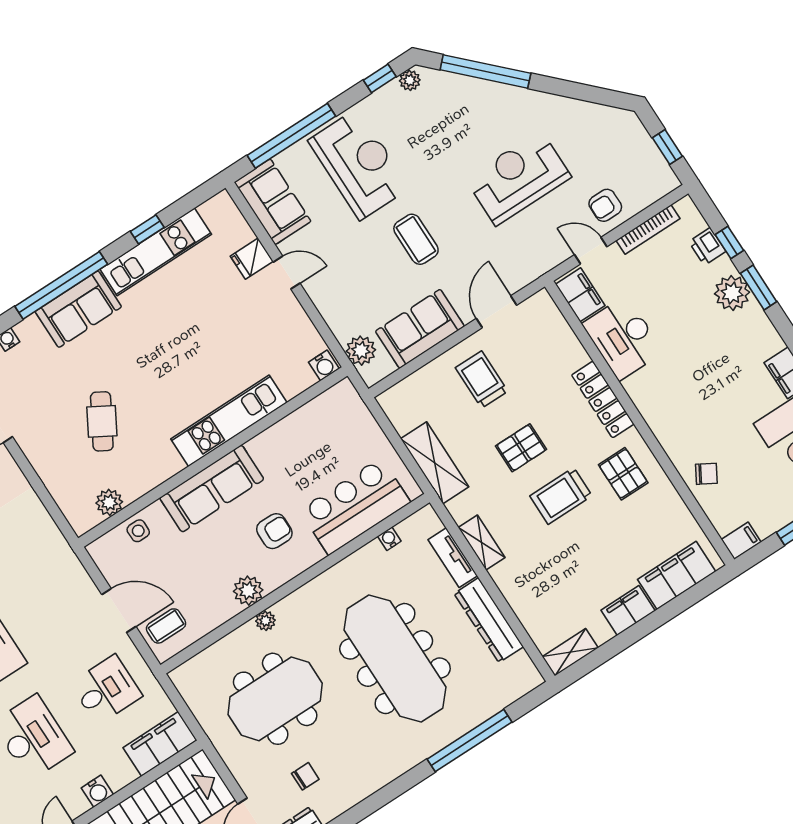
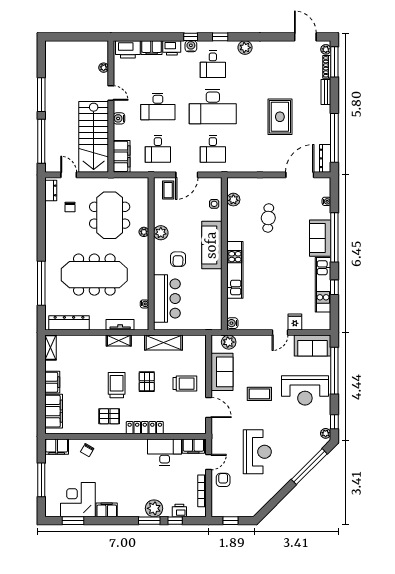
cafe table: (102, 421) -> (268, 218), turned 63
filing cabinet: (741, 541) -> (57, 447), width x2.00
desk: (45, 595) -> (213, 149), added
dresser: (489, 620) -> (69, 323), moved

